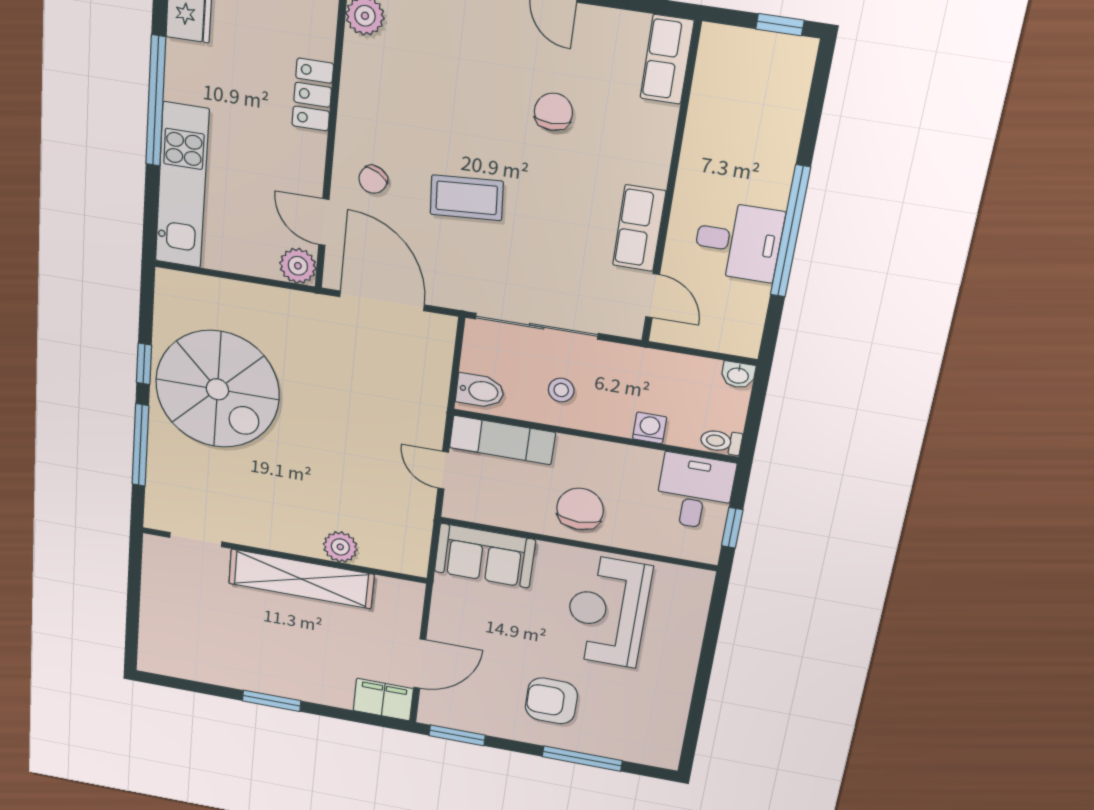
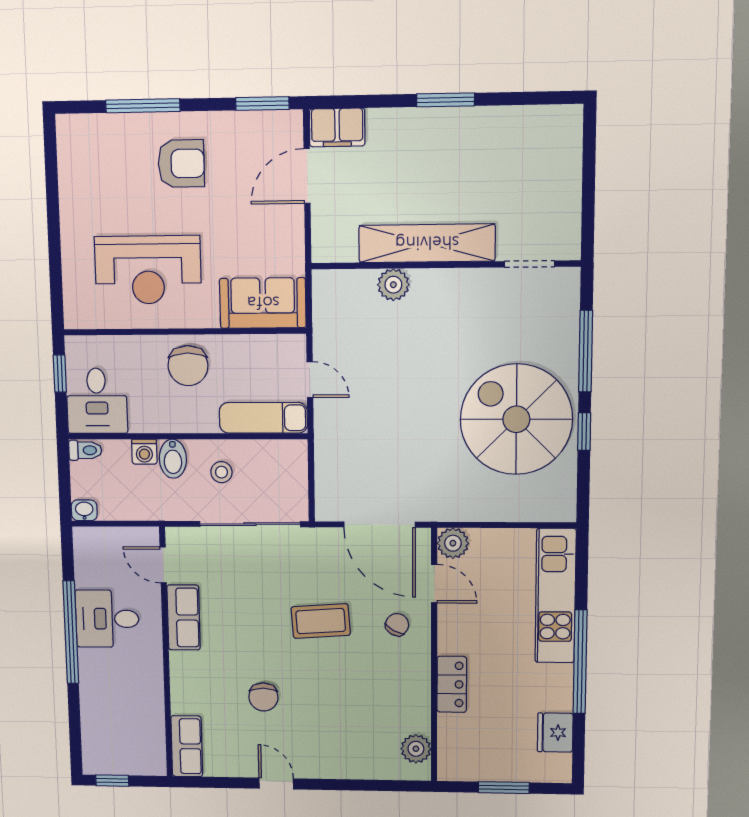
bidet: (480, 391) -> (173, 459), moved, turned -90
reception desk: (607, 611) -> (148, 270), turned 90

